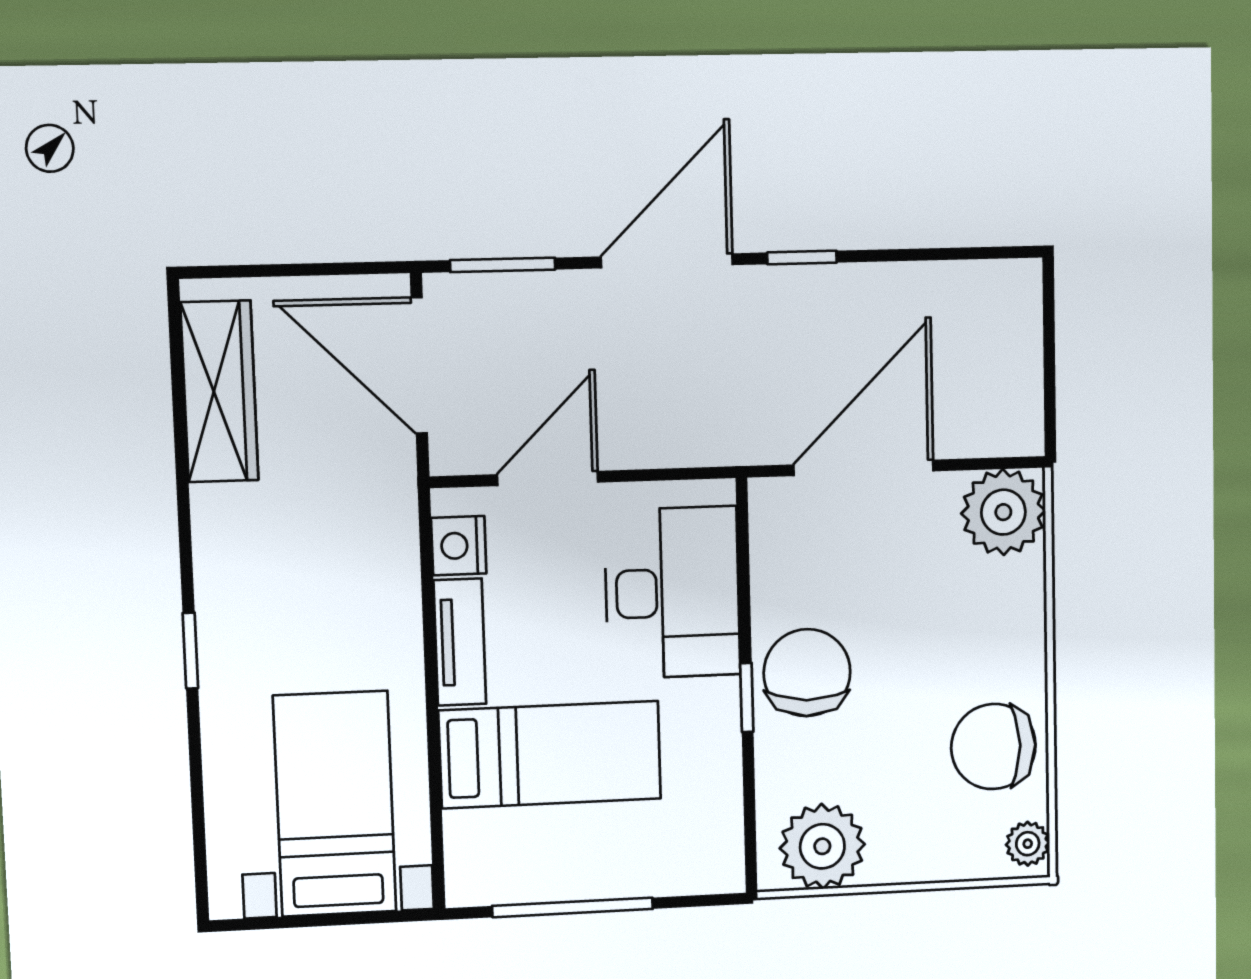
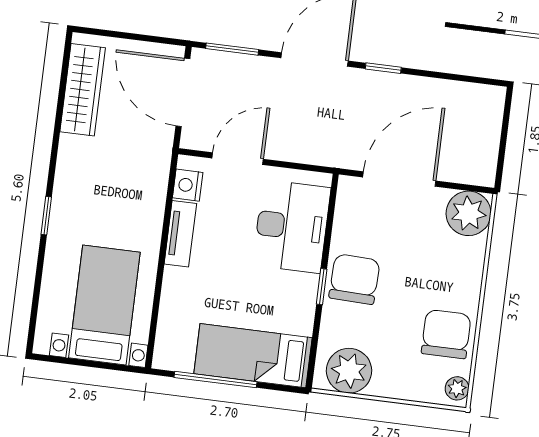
chair: (993, 747) -> (446, 334), turned 90
bed: (550, 755) -> (253, 356), moved, turned 180

